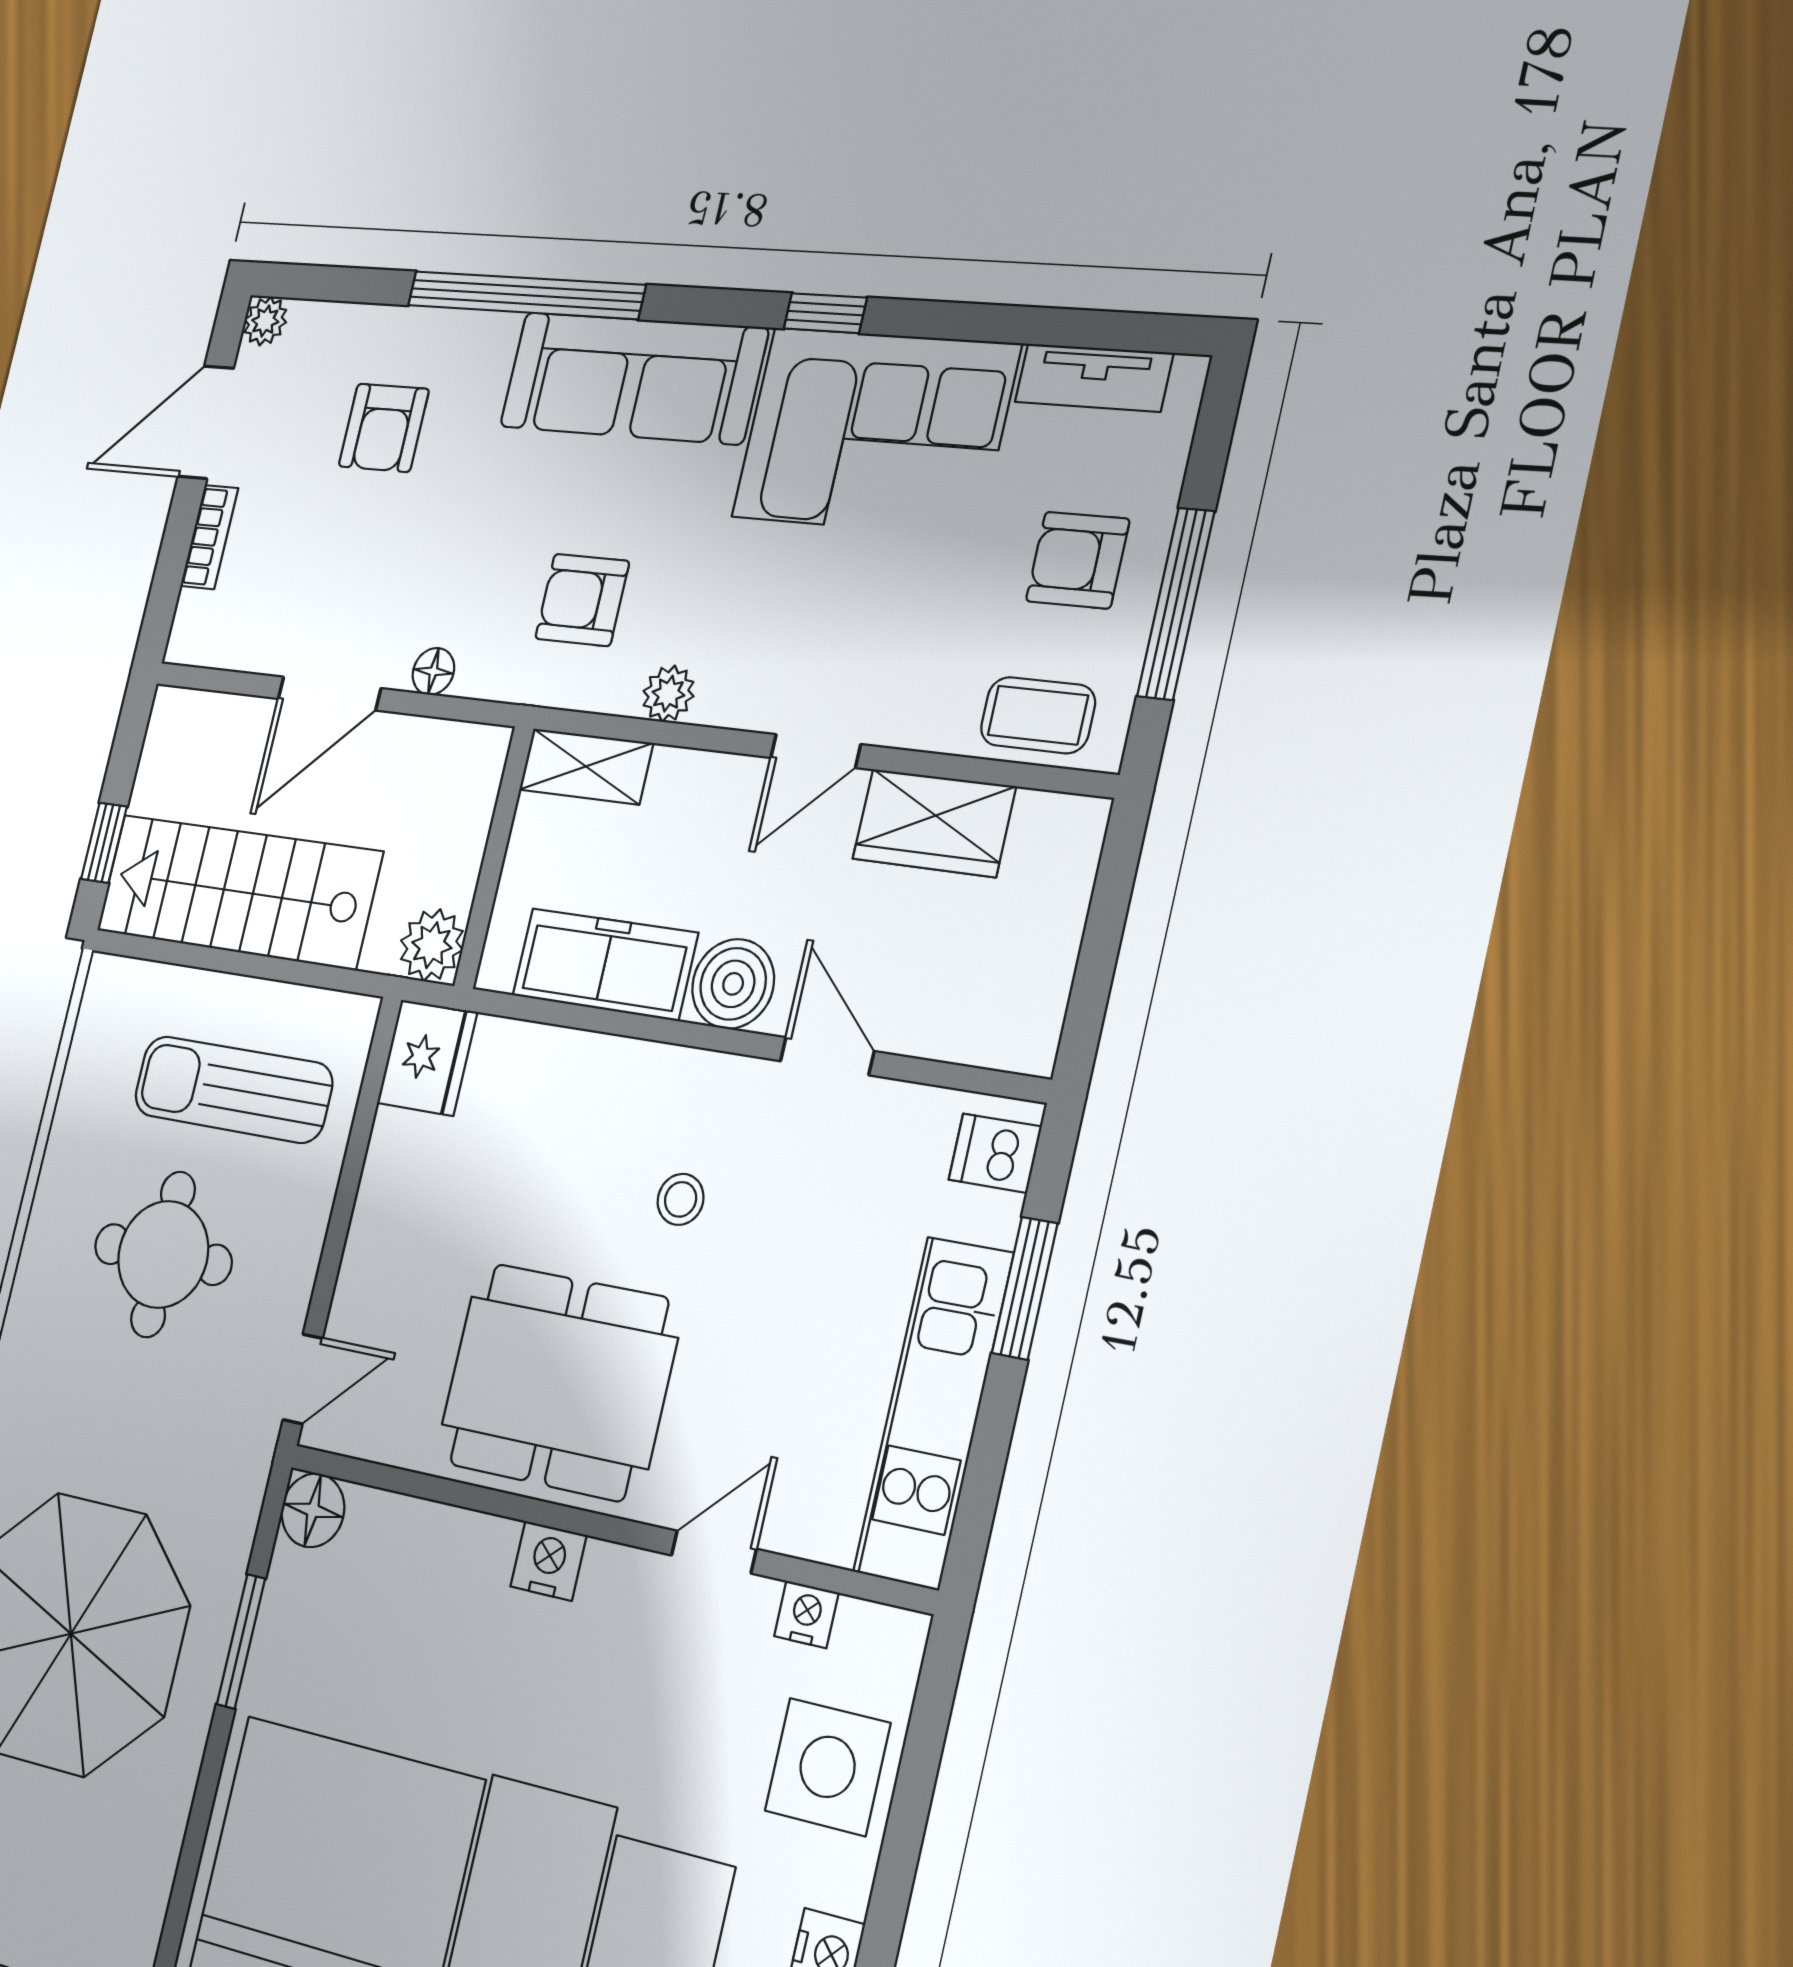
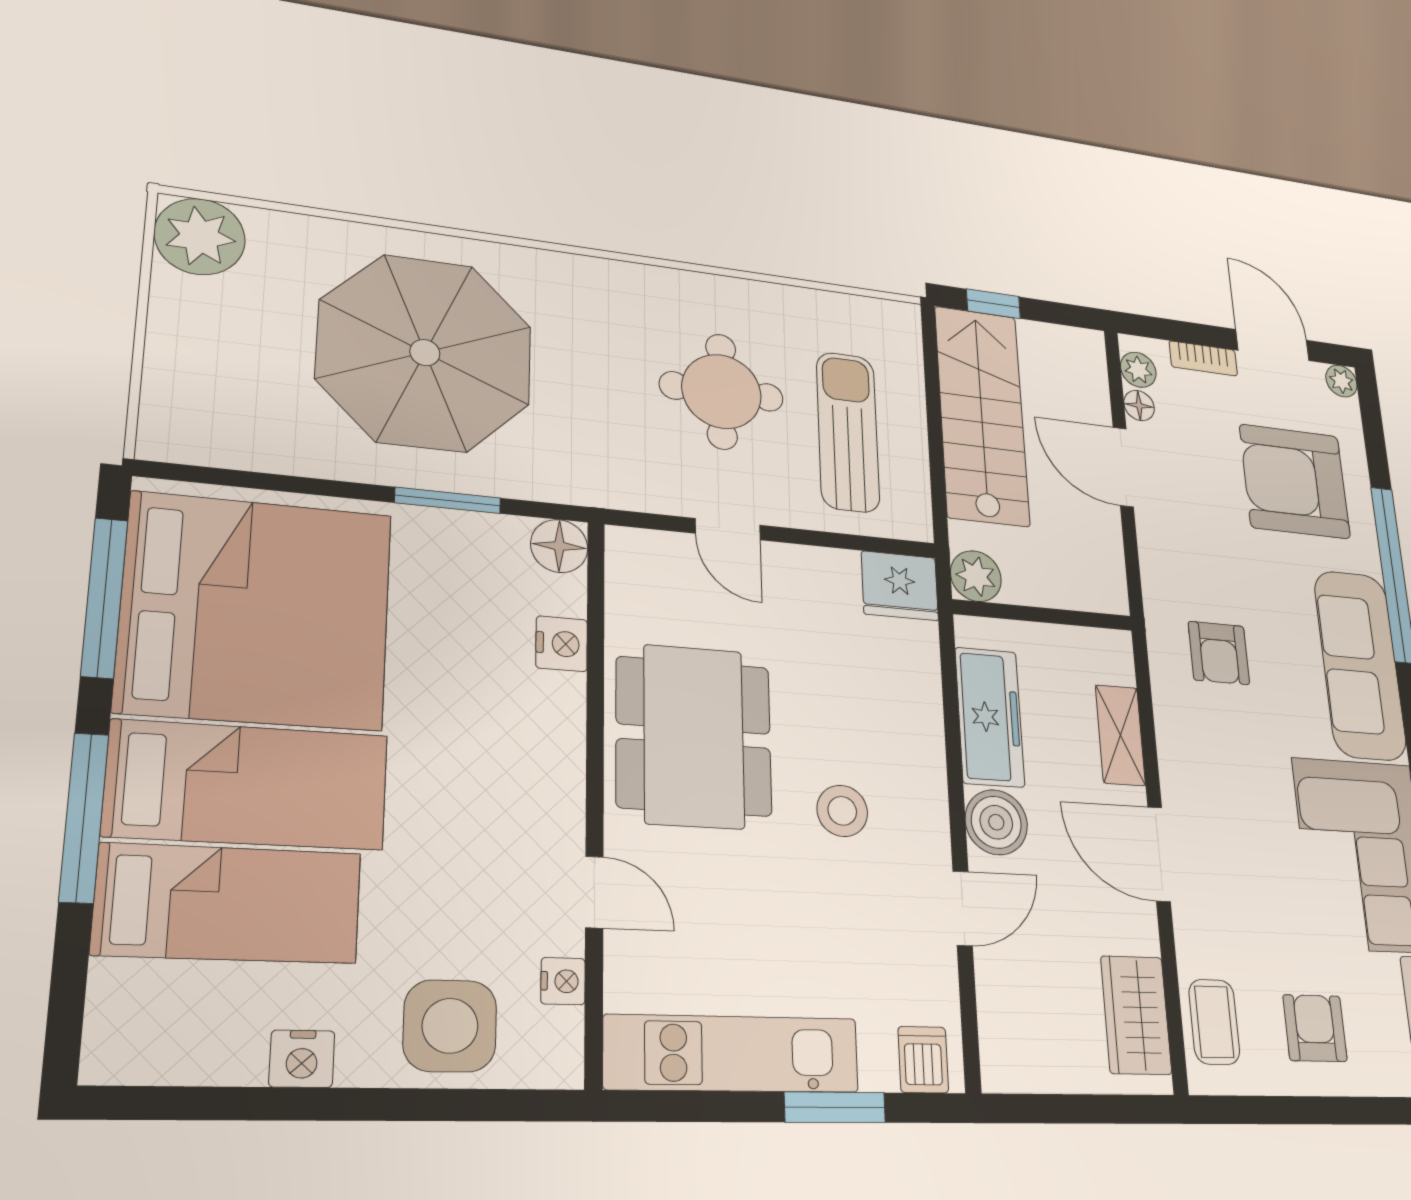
armchair: (384, 428) -> (1295, 481), width x1.88, depth x1.88
armchair: (582, 600) -> (1219, 653), turned 180
window: (1176, 604) -> (1303, 1110), removed
floor lamp: (433, 671) -> (1139, 406), moved
plant: (668, 694) -> (1138, 370), moved
door: (816, 751) -> (1159, 854), width x1.38
shelving: (586, 766) -> (1120, 735), moved
wardrobe: (934, 823) -> (1136, 1015), moved
stool: (681, 1199) -> (842, 811), width x1.37, depth x1.37
door: (303, 1379) -> (728, 529), moved
nightstand: (548, 1561) -> (562, 644), moved

